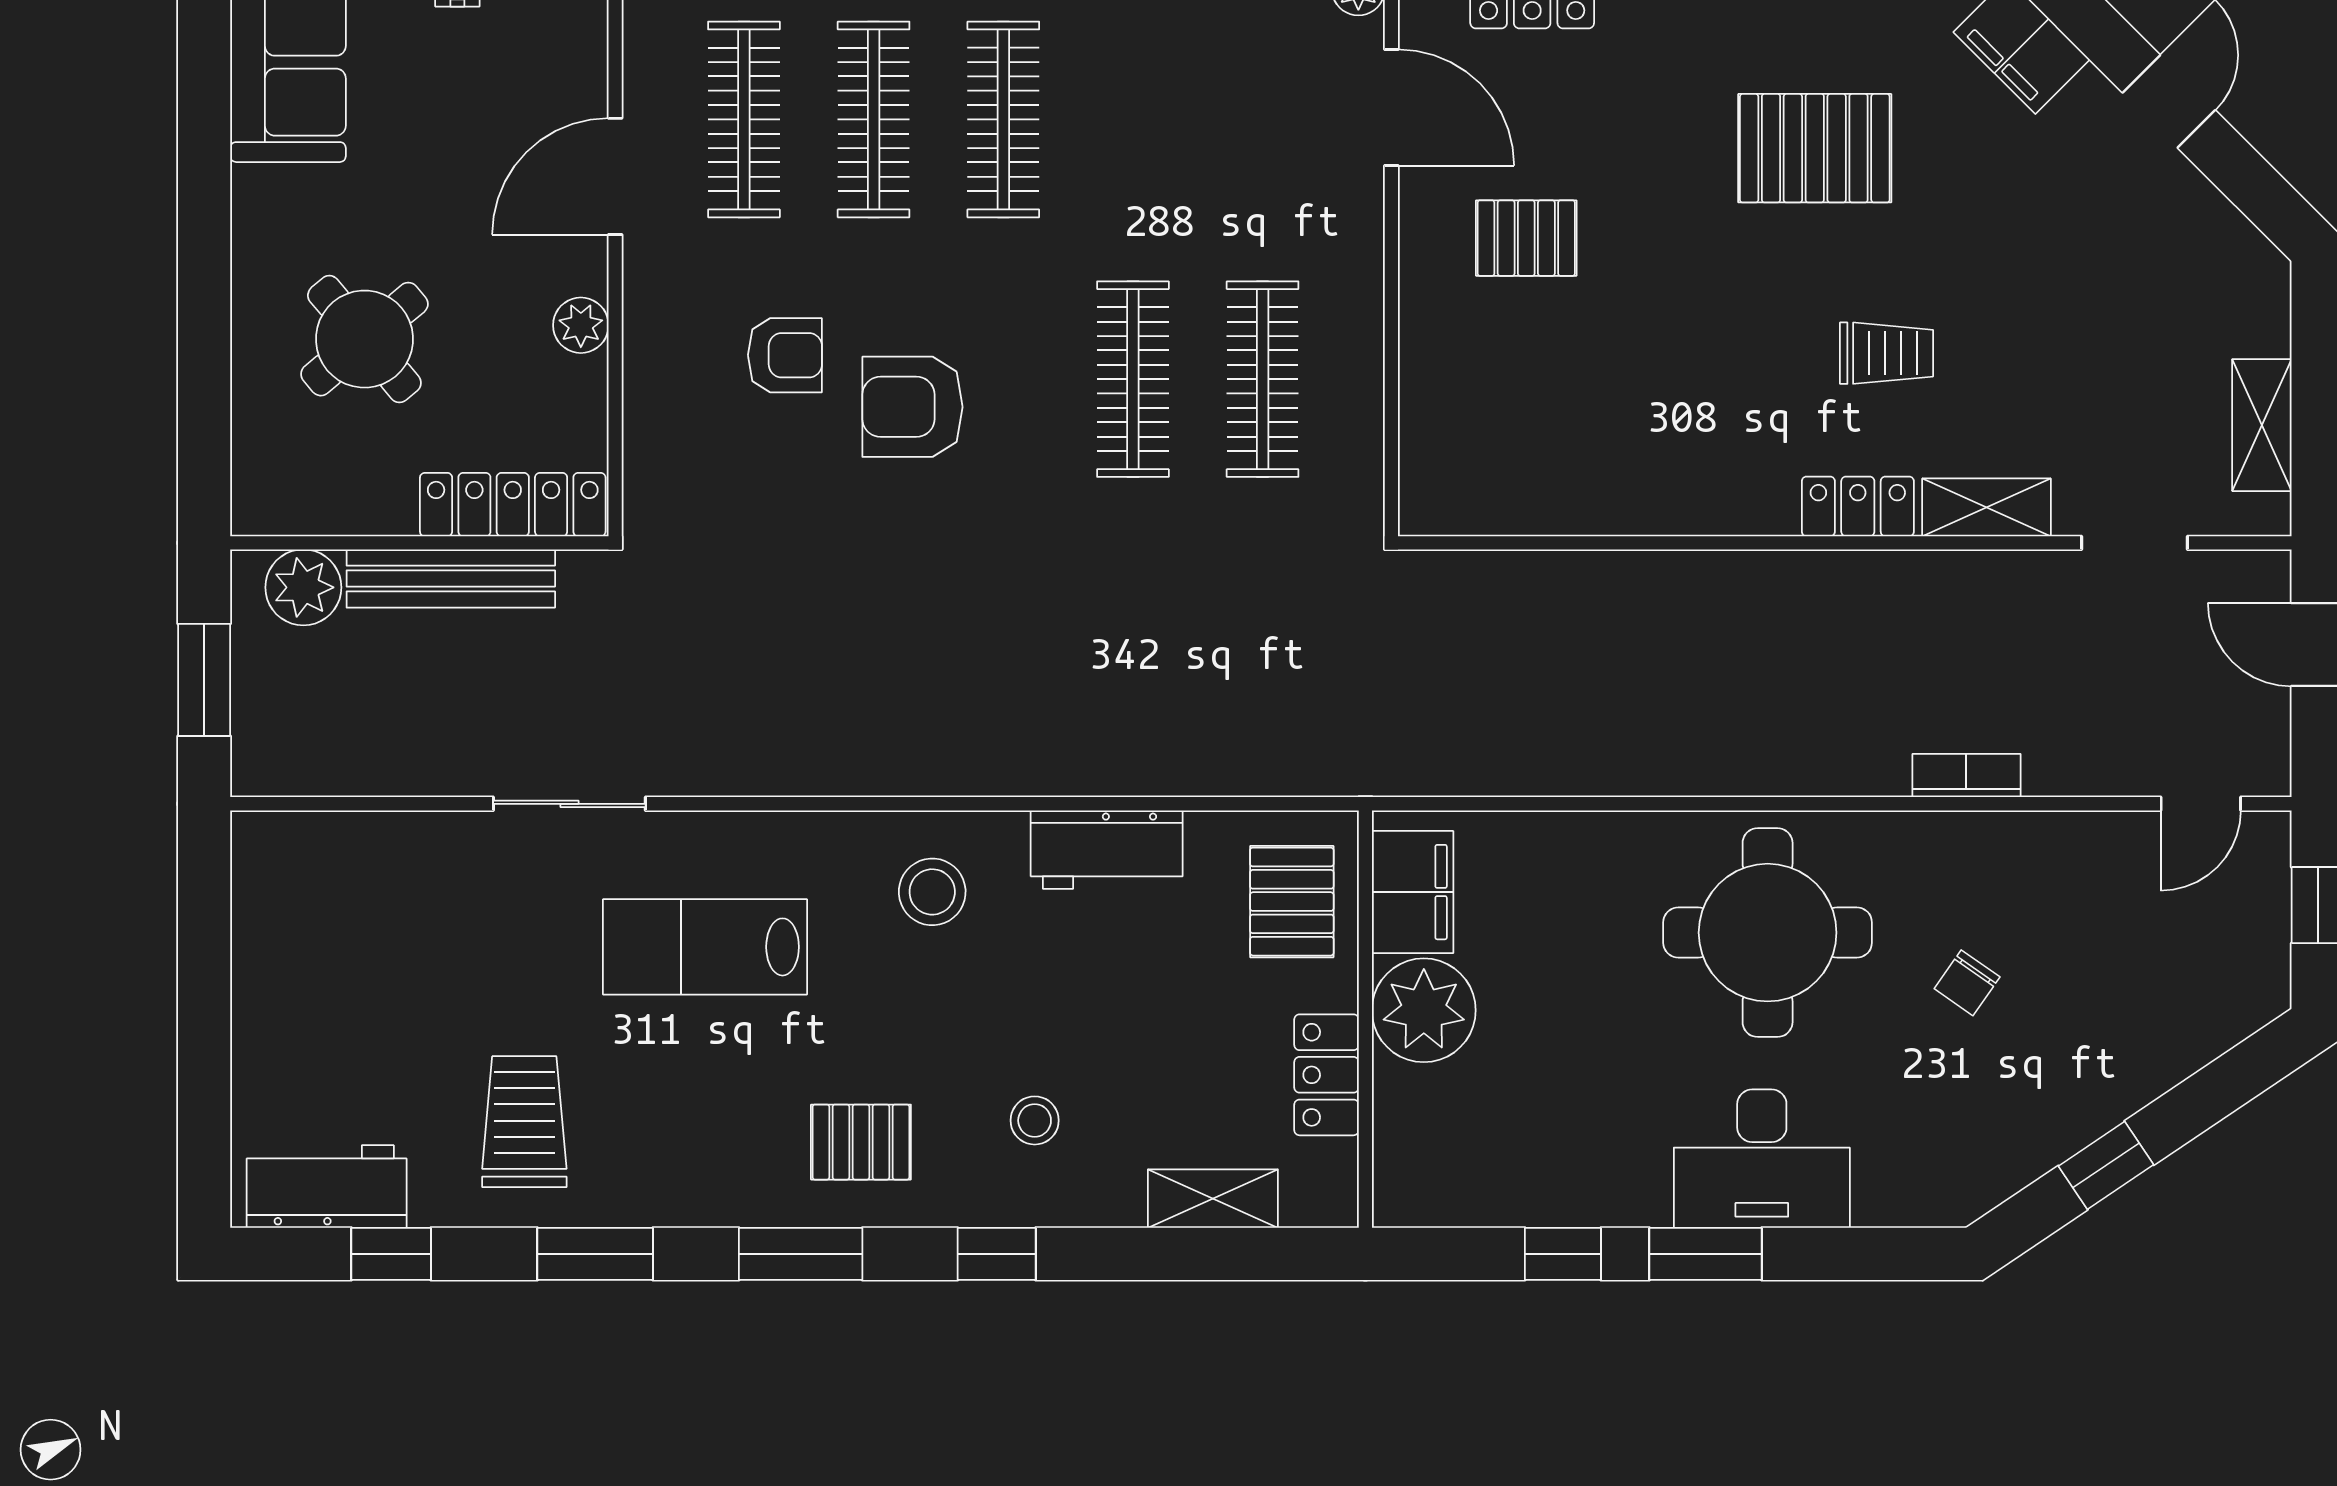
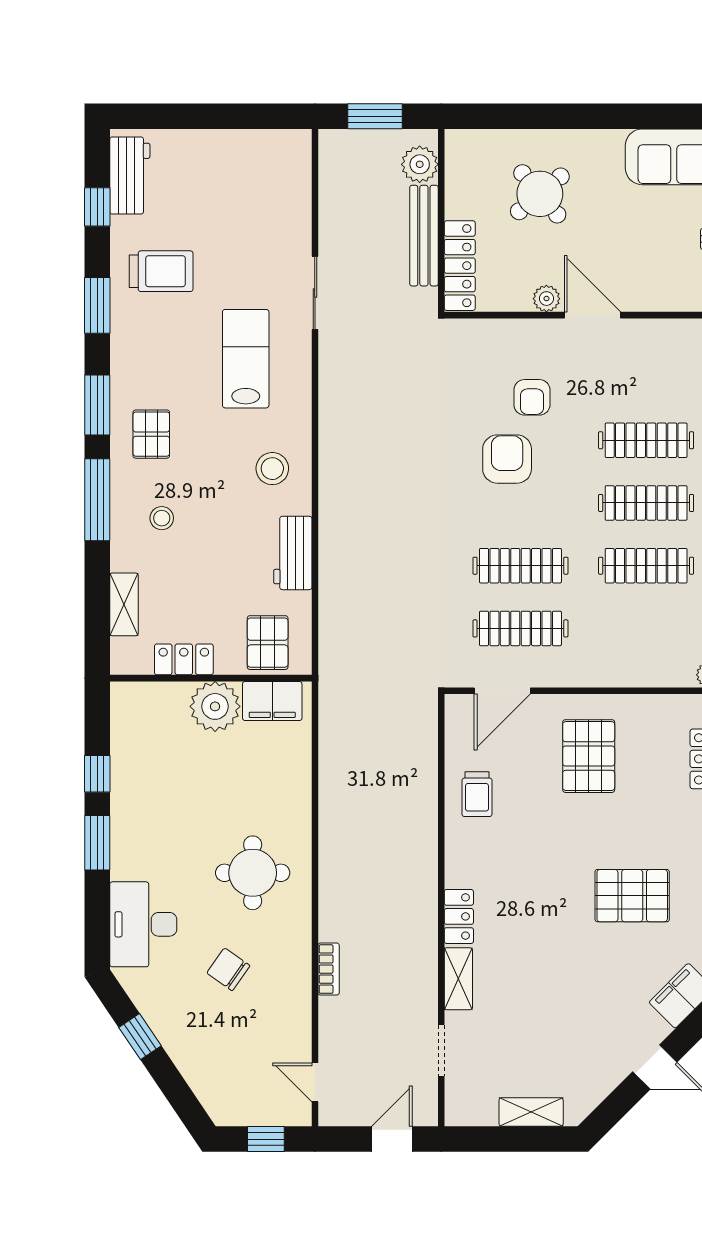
door: (1391, 108) -> (502, 691), moved
clothes rail: (744, 119) -> (646, 566), moved
pallet: (1815, 148) -> (632, 896), turned 90
door: (615, 176) -> (593, 315), moved
pallet: (1526, 238) -> (589, 756), width x1.50, depth x1.42
trolley: (1886, 353) -> (477, 794), moved
shelving: (2262, 425) -> (531, 1112), moved
pallet: (1292, 902) -> (268, 643), turned 90
round table: (1768, 933) -> (253, 873), width x0.73, depth x0.73
chair: (1967, 983) -> (228, 969), width x1.37, depth x1.37
desk: (1762, 1159) -> (143, 924), moved
window: (997, 1254) -> (97, 500), width x2.17

